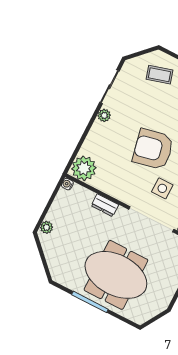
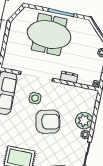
plant: (84, 168) -> (84, 121), moved

